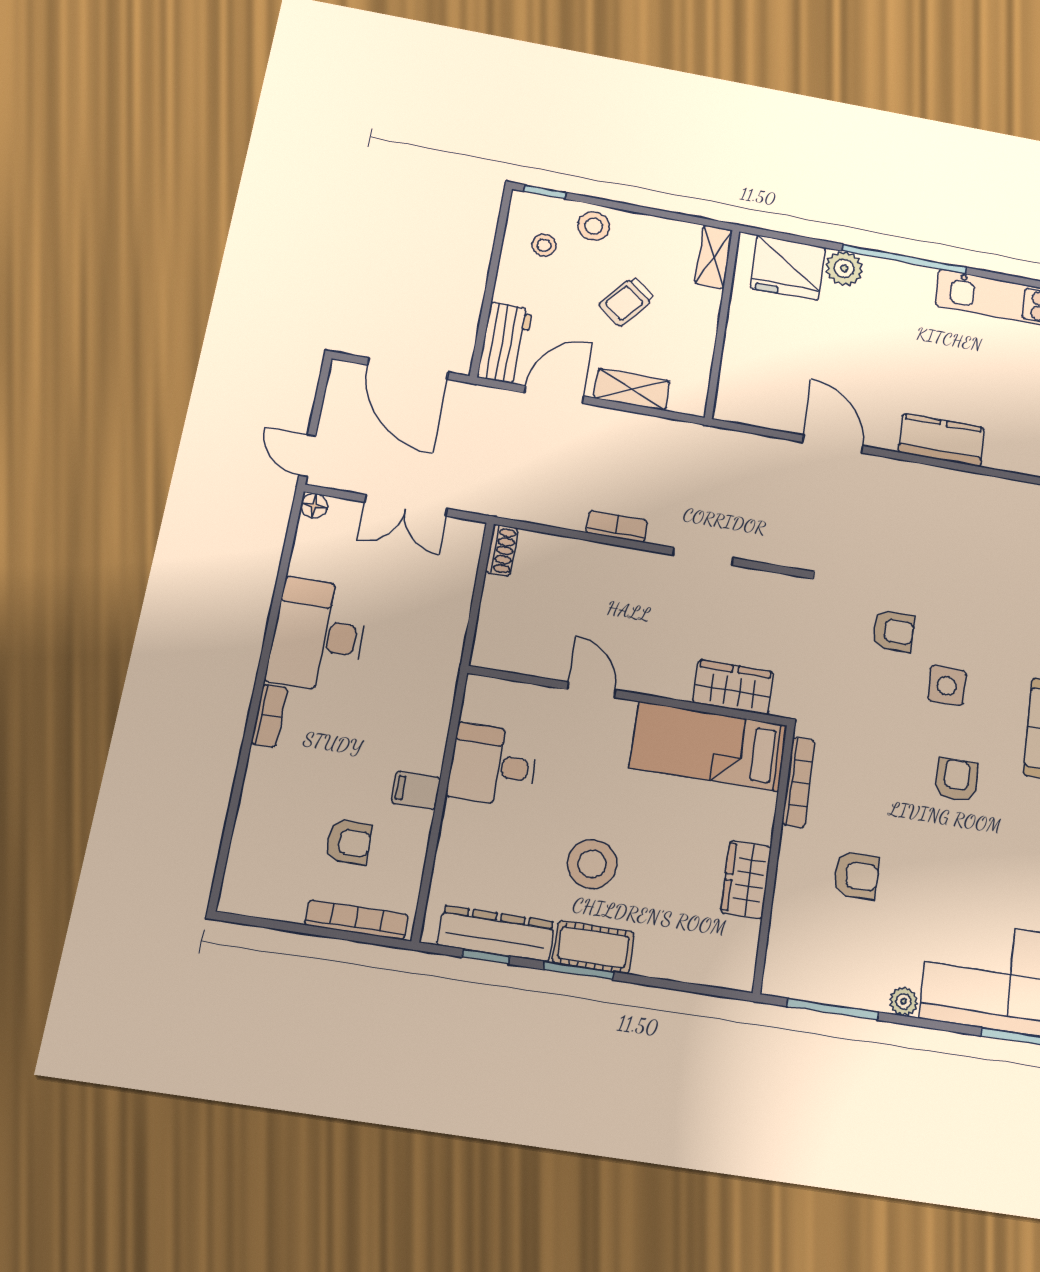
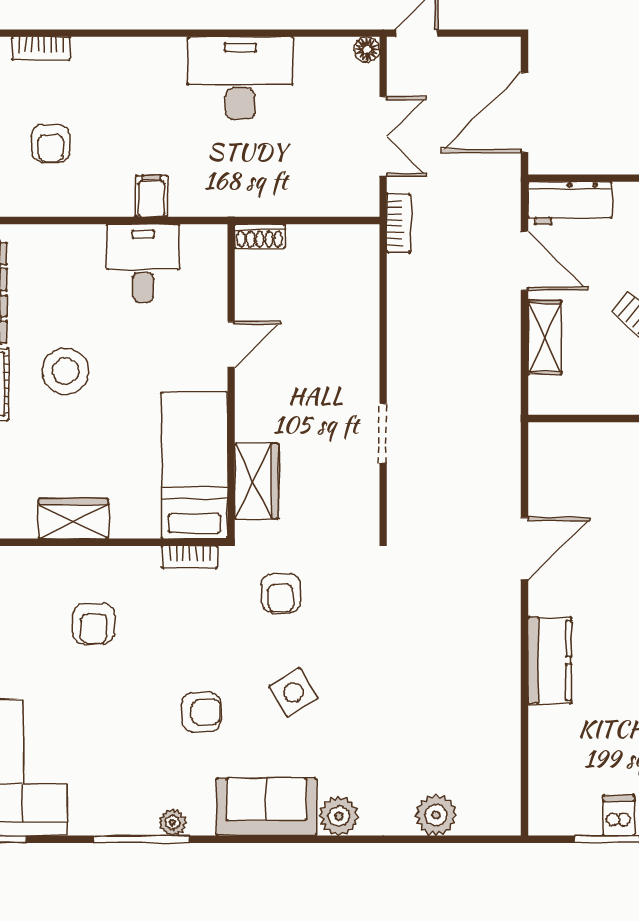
double door: (406, 505) -> (383, 137), swing flipped
bookcase: (617, 527) -> (398, 223), moved
shoe rack: (502, 550) -> (260, 236), moved
armchair: (893, 631) -> (281, 593), moved
side table: (947, 686) -> (294, 693), turned -31
bookcase: (269, 716) -> (41, 48), moved
bookcase: (798, 782) -> (190, 557), width x0.64
filing cabinet: (416, 790) -> (151, 196), moved

